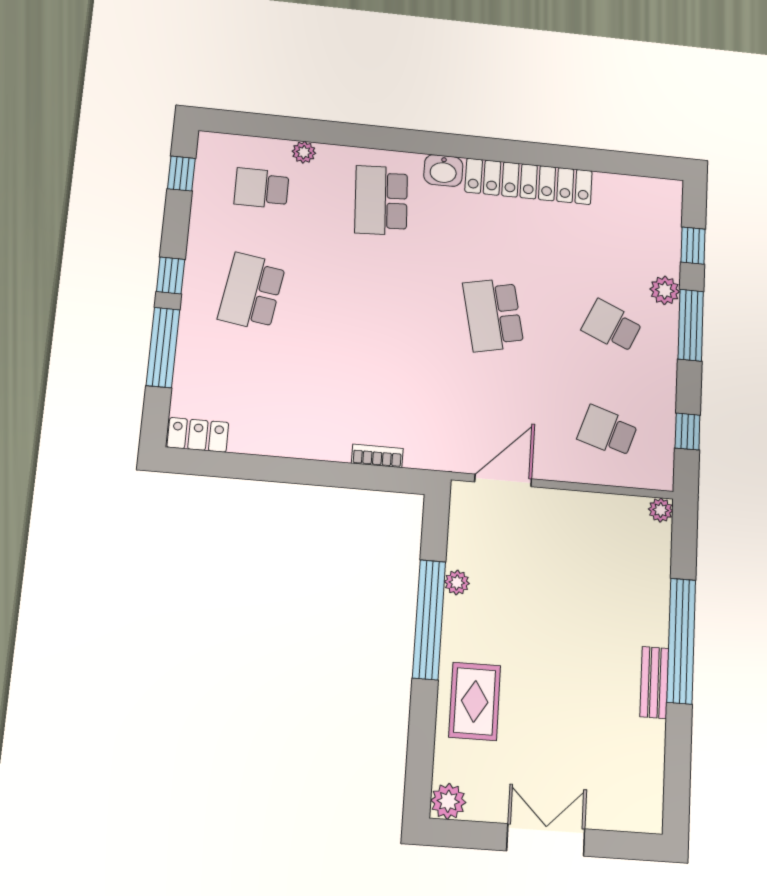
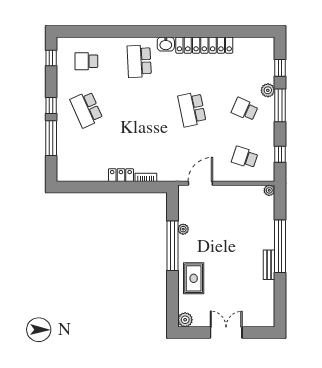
plant: (304, 152) -> (103, 42), removed
school desk: (252, 292) -> (86, 109), turned -33
locker: (198, 435) -> (121, 175), moved

